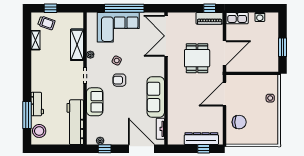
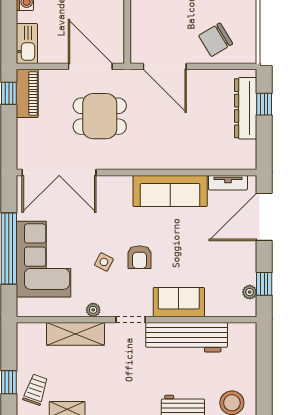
workbench: (75, 122) -> (187, 337), moved
chair: (239, 122) -> (216, 40), turned -121

